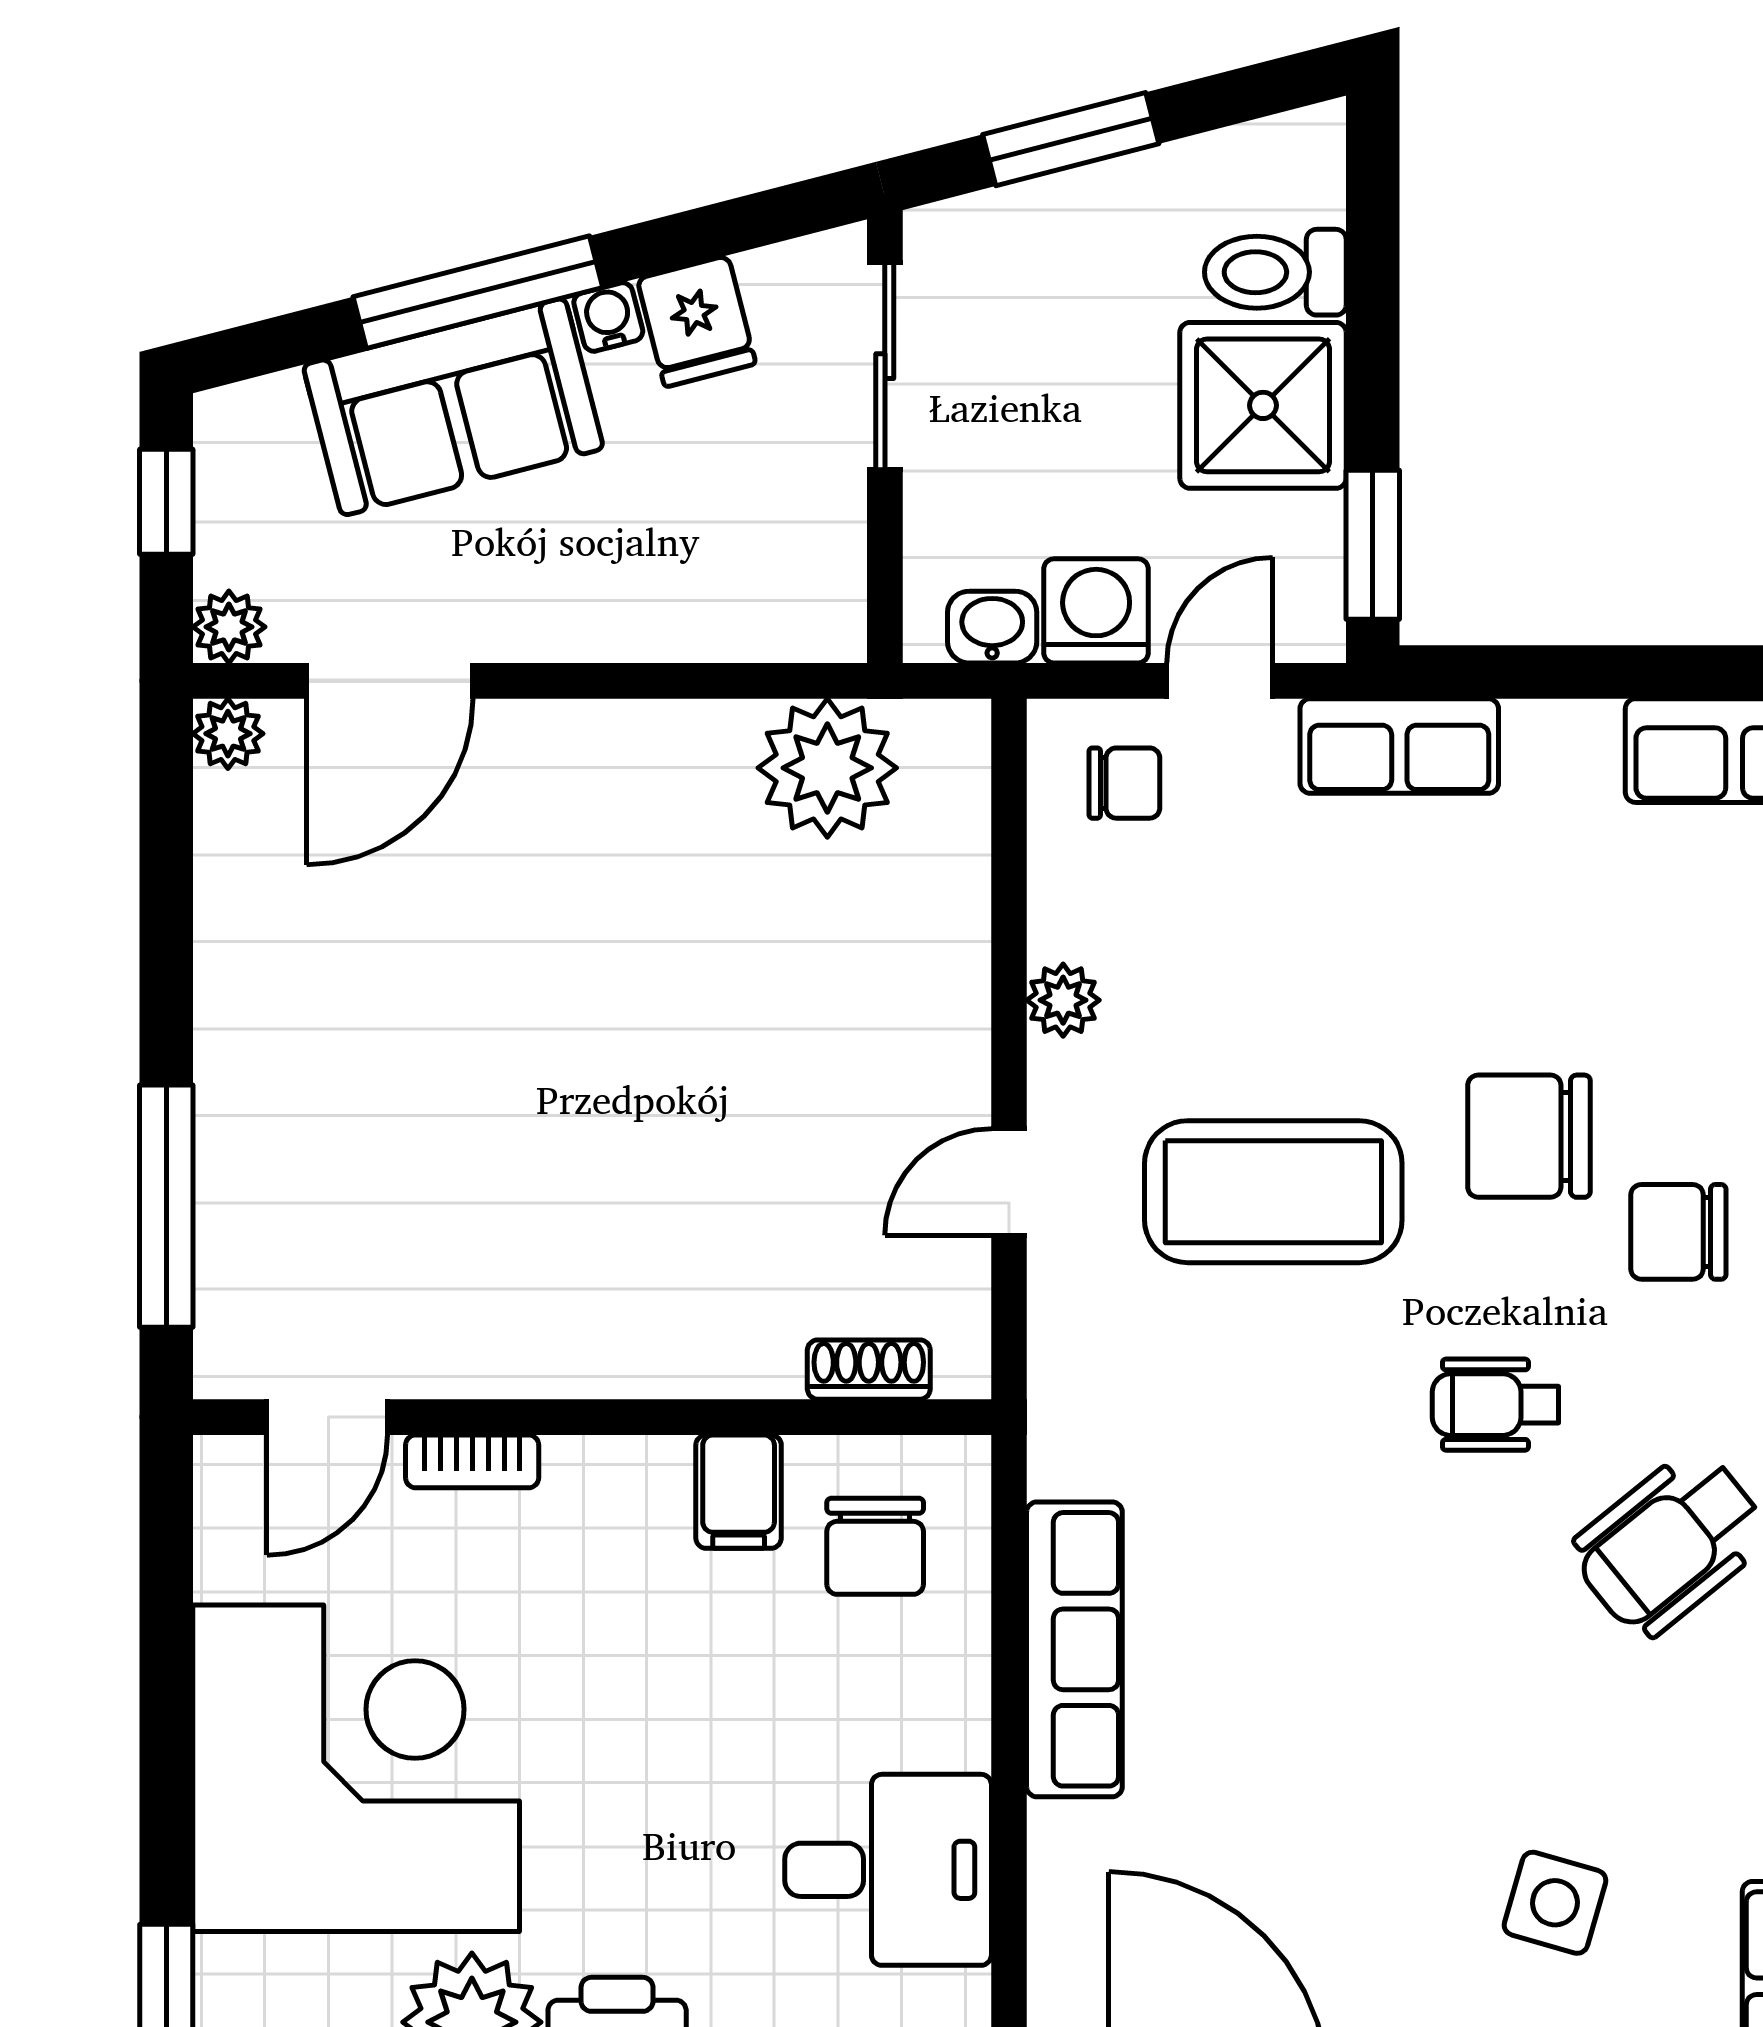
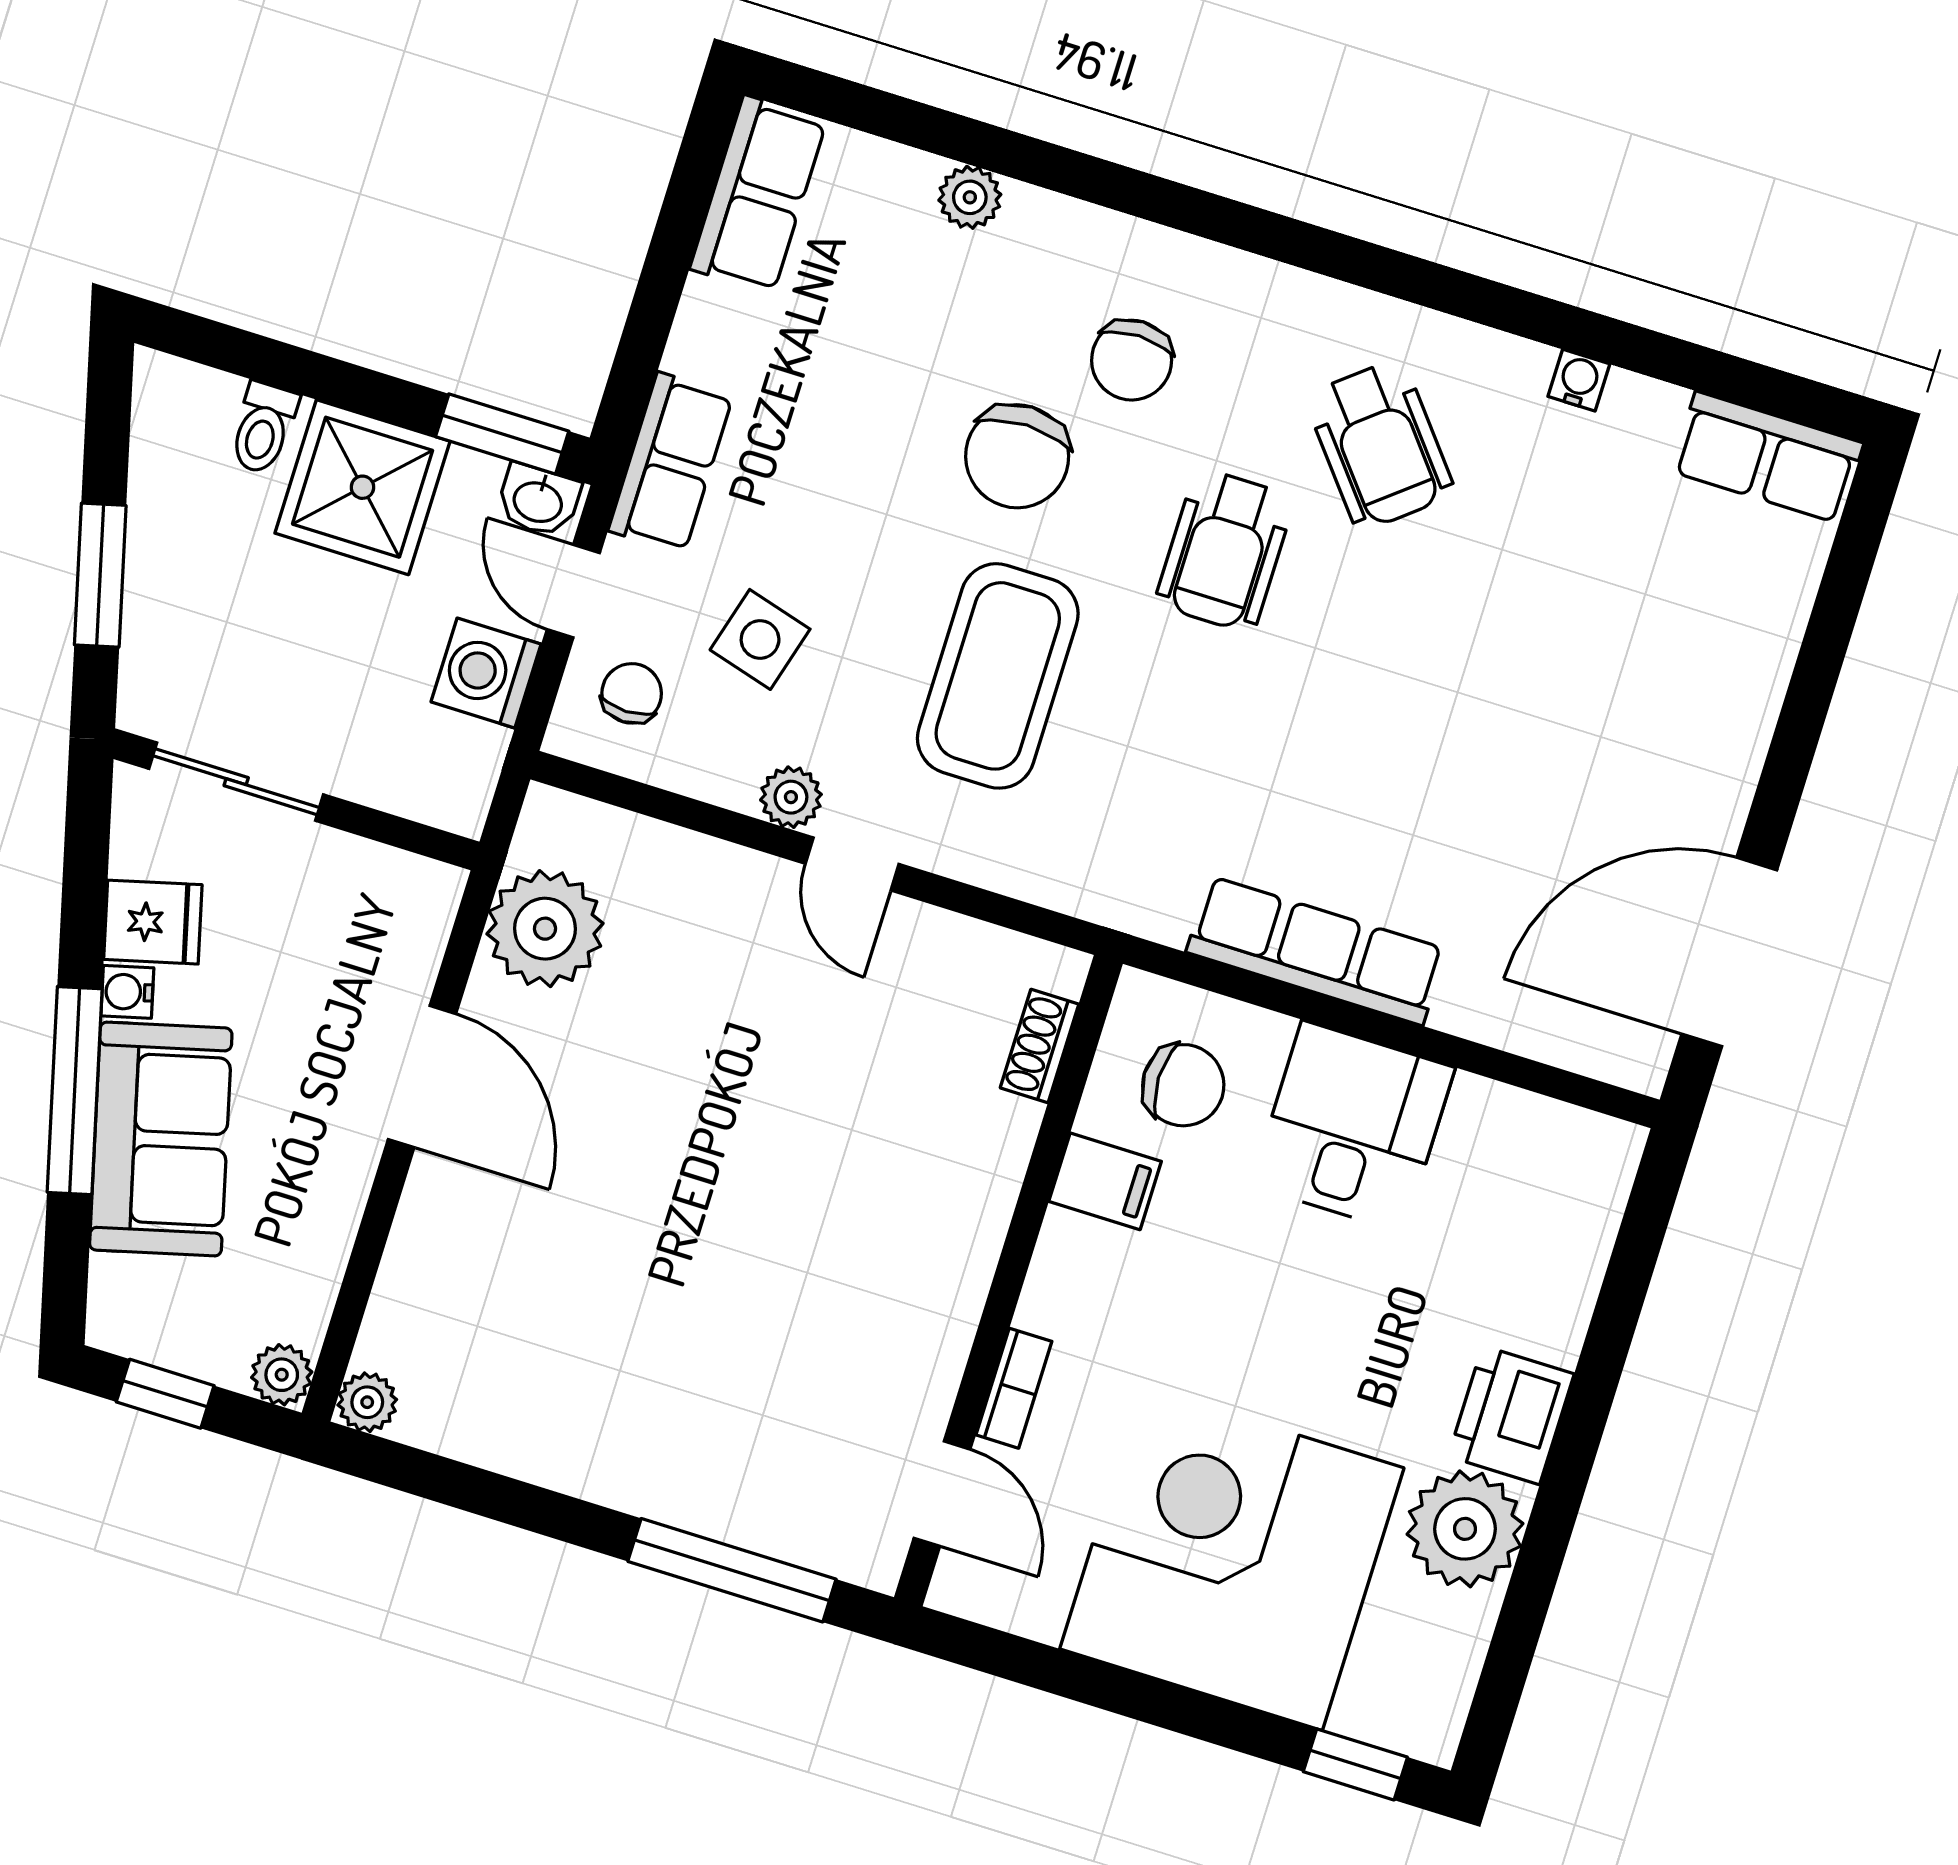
toilet: (1275, 272) -> (263, 428), width x0.73, depth x0.72
washbasin: (992, 627) -> (538, 500), moved, turned -90
door: (390, 681) -> (422, 1077), moved
door: (1009, 1182) -> (852, 864), moved
wheelchair: (1496, 1405) -> (1225, 551), width x1.36, depth x1.37
desk: (888, 1870) -> (1353, 1127), moved
side table: (1555, 1903) -> (760, 639), moved

